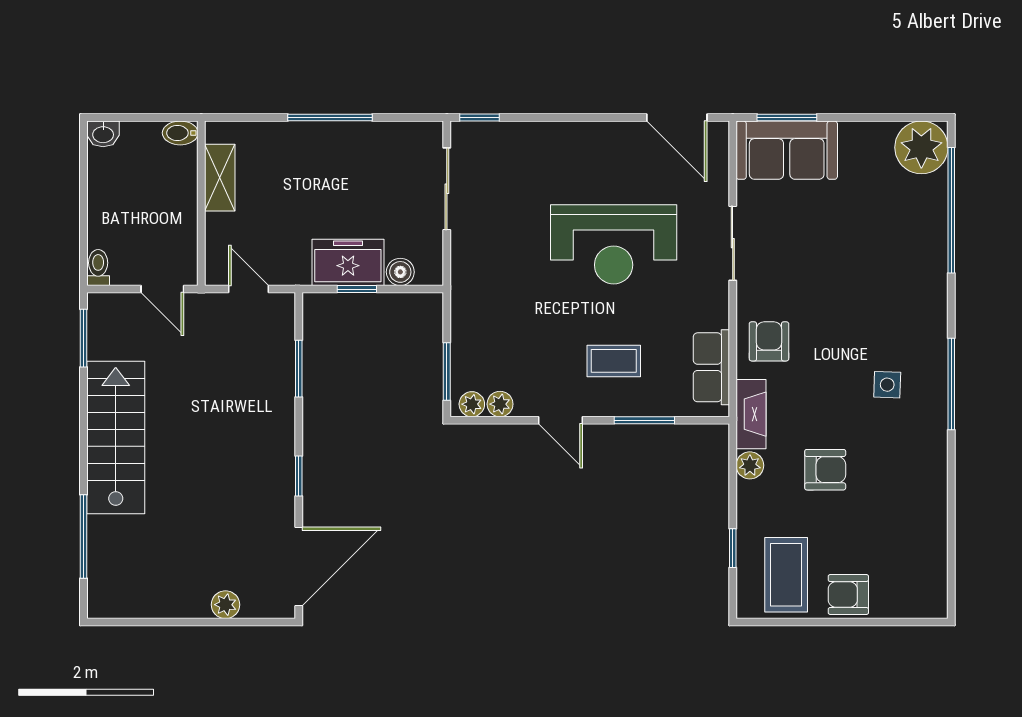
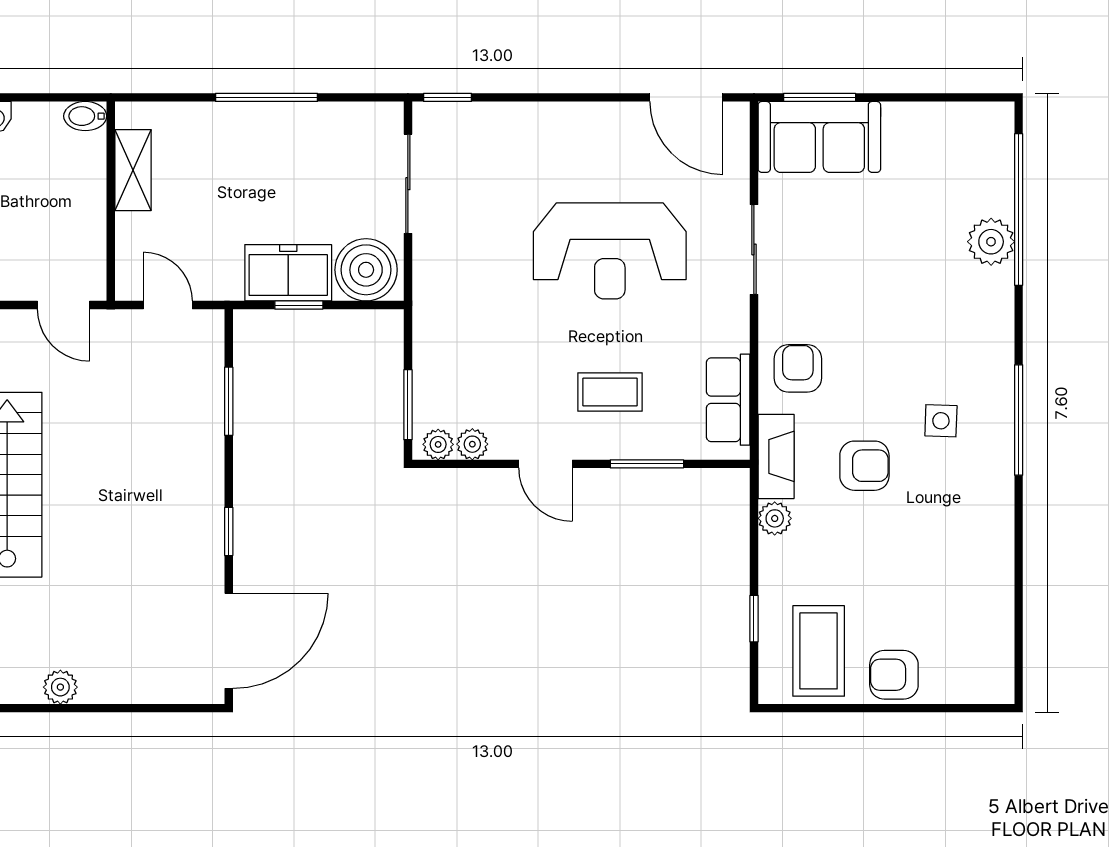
plant: (921, 147) -> (991, 242), moved, width x0.73, depth x0.73
boiler: (400, 272) -> (366, 270), width x1.86, depth x1.86
armchair: (825, 470) -> (864, 466), moved
plant: (225, 605) -> (60, 687), moved

